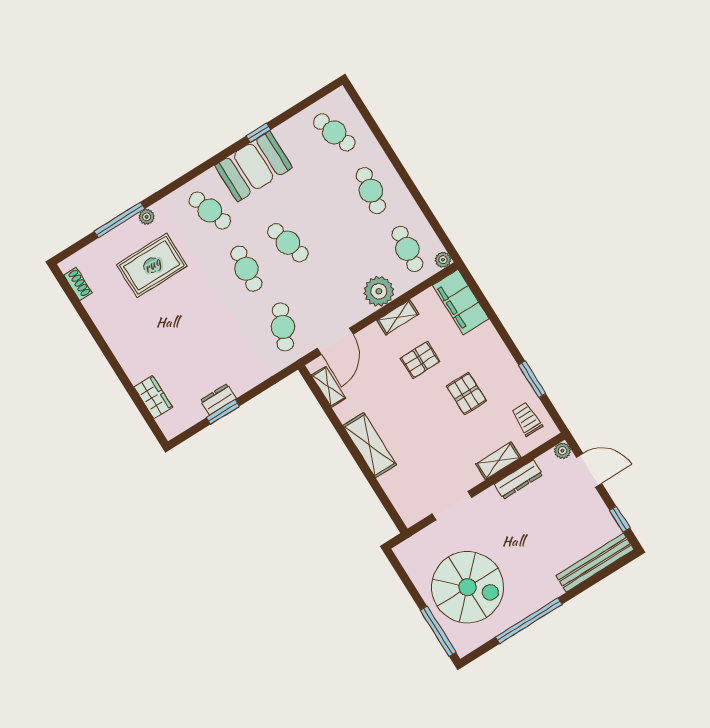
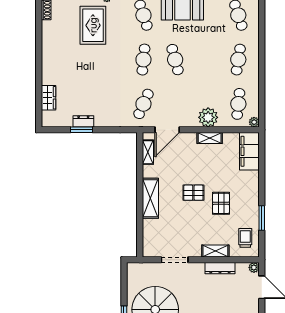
rug: (152, 265) -> (93, 25), turned 90
pallet: (420, 360) -> (193, 193), moved

